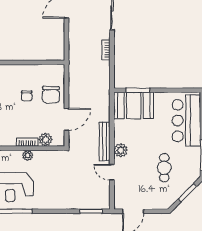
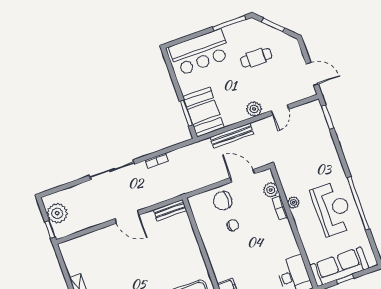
bench: (59, 46) -> (170, 210), added
chair: (51, 95) -> (223, 201), turned 180
bench: (105, 141) -> (232, 136), moved

